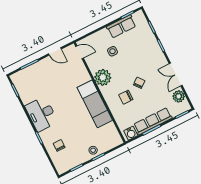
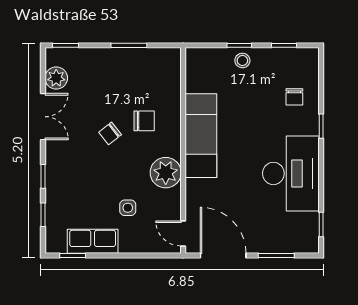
door: (55, 51) -> (223, 256), width x1.88
desk: (41, 114) -> (291, 173), width x1.36, depth x1.30
row of seats: (153, 121) -> (119, 59), removed
water cooler: (131, 133) -> (166, 57), removed

